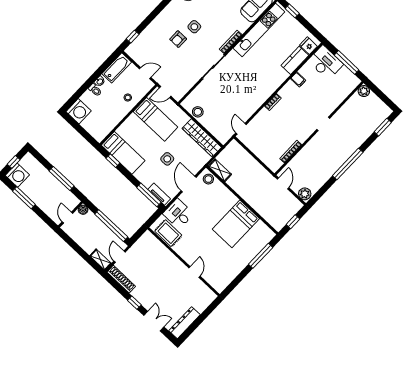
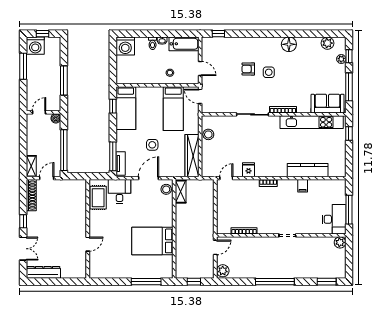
fridge: (308, 46) -> (249, 170), moved
kitchen counter: (295, 60) -> (308, 170), width x1.50
desk: (326, 63) -> (334, 219), moved

